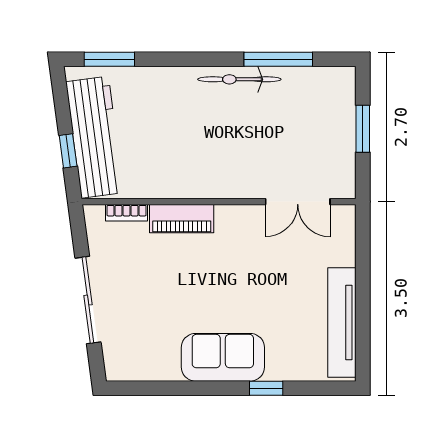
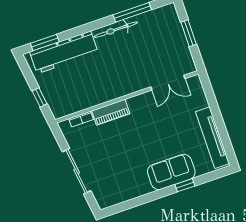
workbench: (95, 137) -> (64, 52), moved, turned 98
sofa: (223, 357) -> (171, 172), moved

